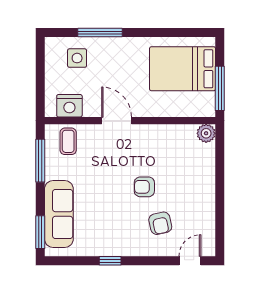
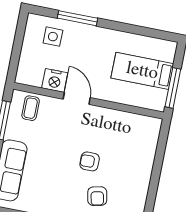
bed: (183, 69) -> (142, 71), width x0.67
nightstand: (69, 106) -> (55, 80), moved
plant: (206, 133) -> (153, 125), removed

